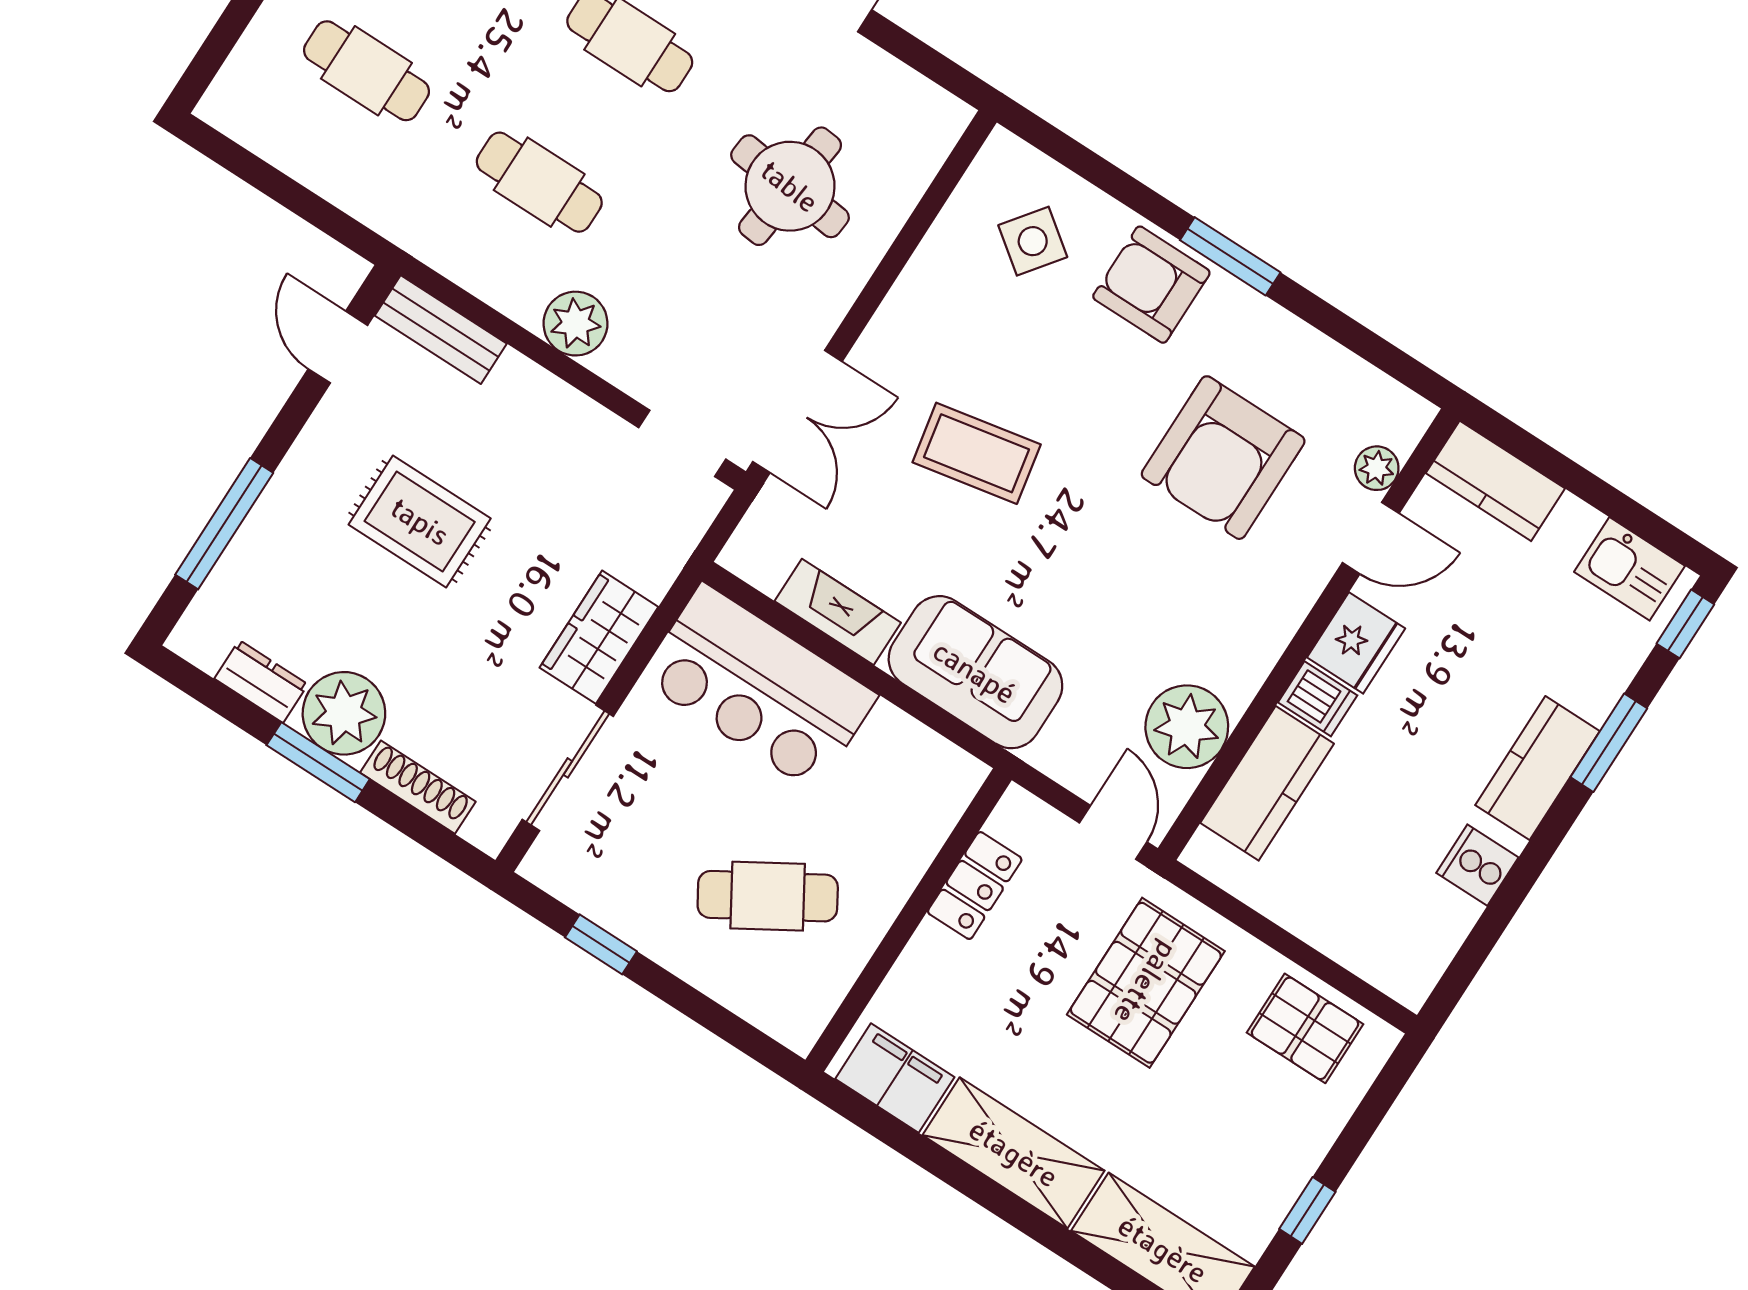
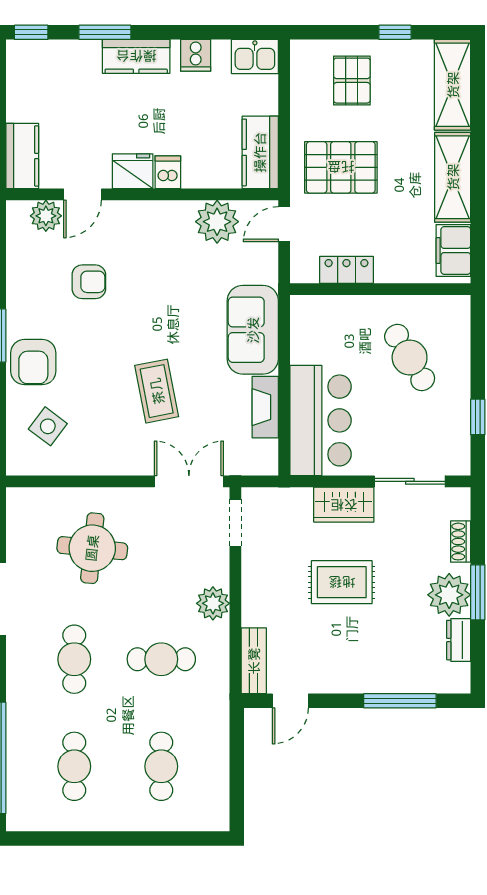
cafe table: (539, 182) -> (161, 659), turned 90
armchair: (1223, 458) -> (89, 282), width x0.53, depth x0.53
plant: (1377, 468) -> (46, 216), width x1.38, depth x1.38
rug: (420, 521) -> (342, 582), moved, turned 90
door: (1371, 538) -> (82, 194), swing flipped
kitchen sink: (1629, 569) -> (255, 57), moved, turned 90
kitchen counter: (1267, 783) -> (260, 152), moved, turned -90
shoe rack: (418, 787) -> (461, 542), width x0.70
pallet: (1305, 1028) -> (352, 81), moved

